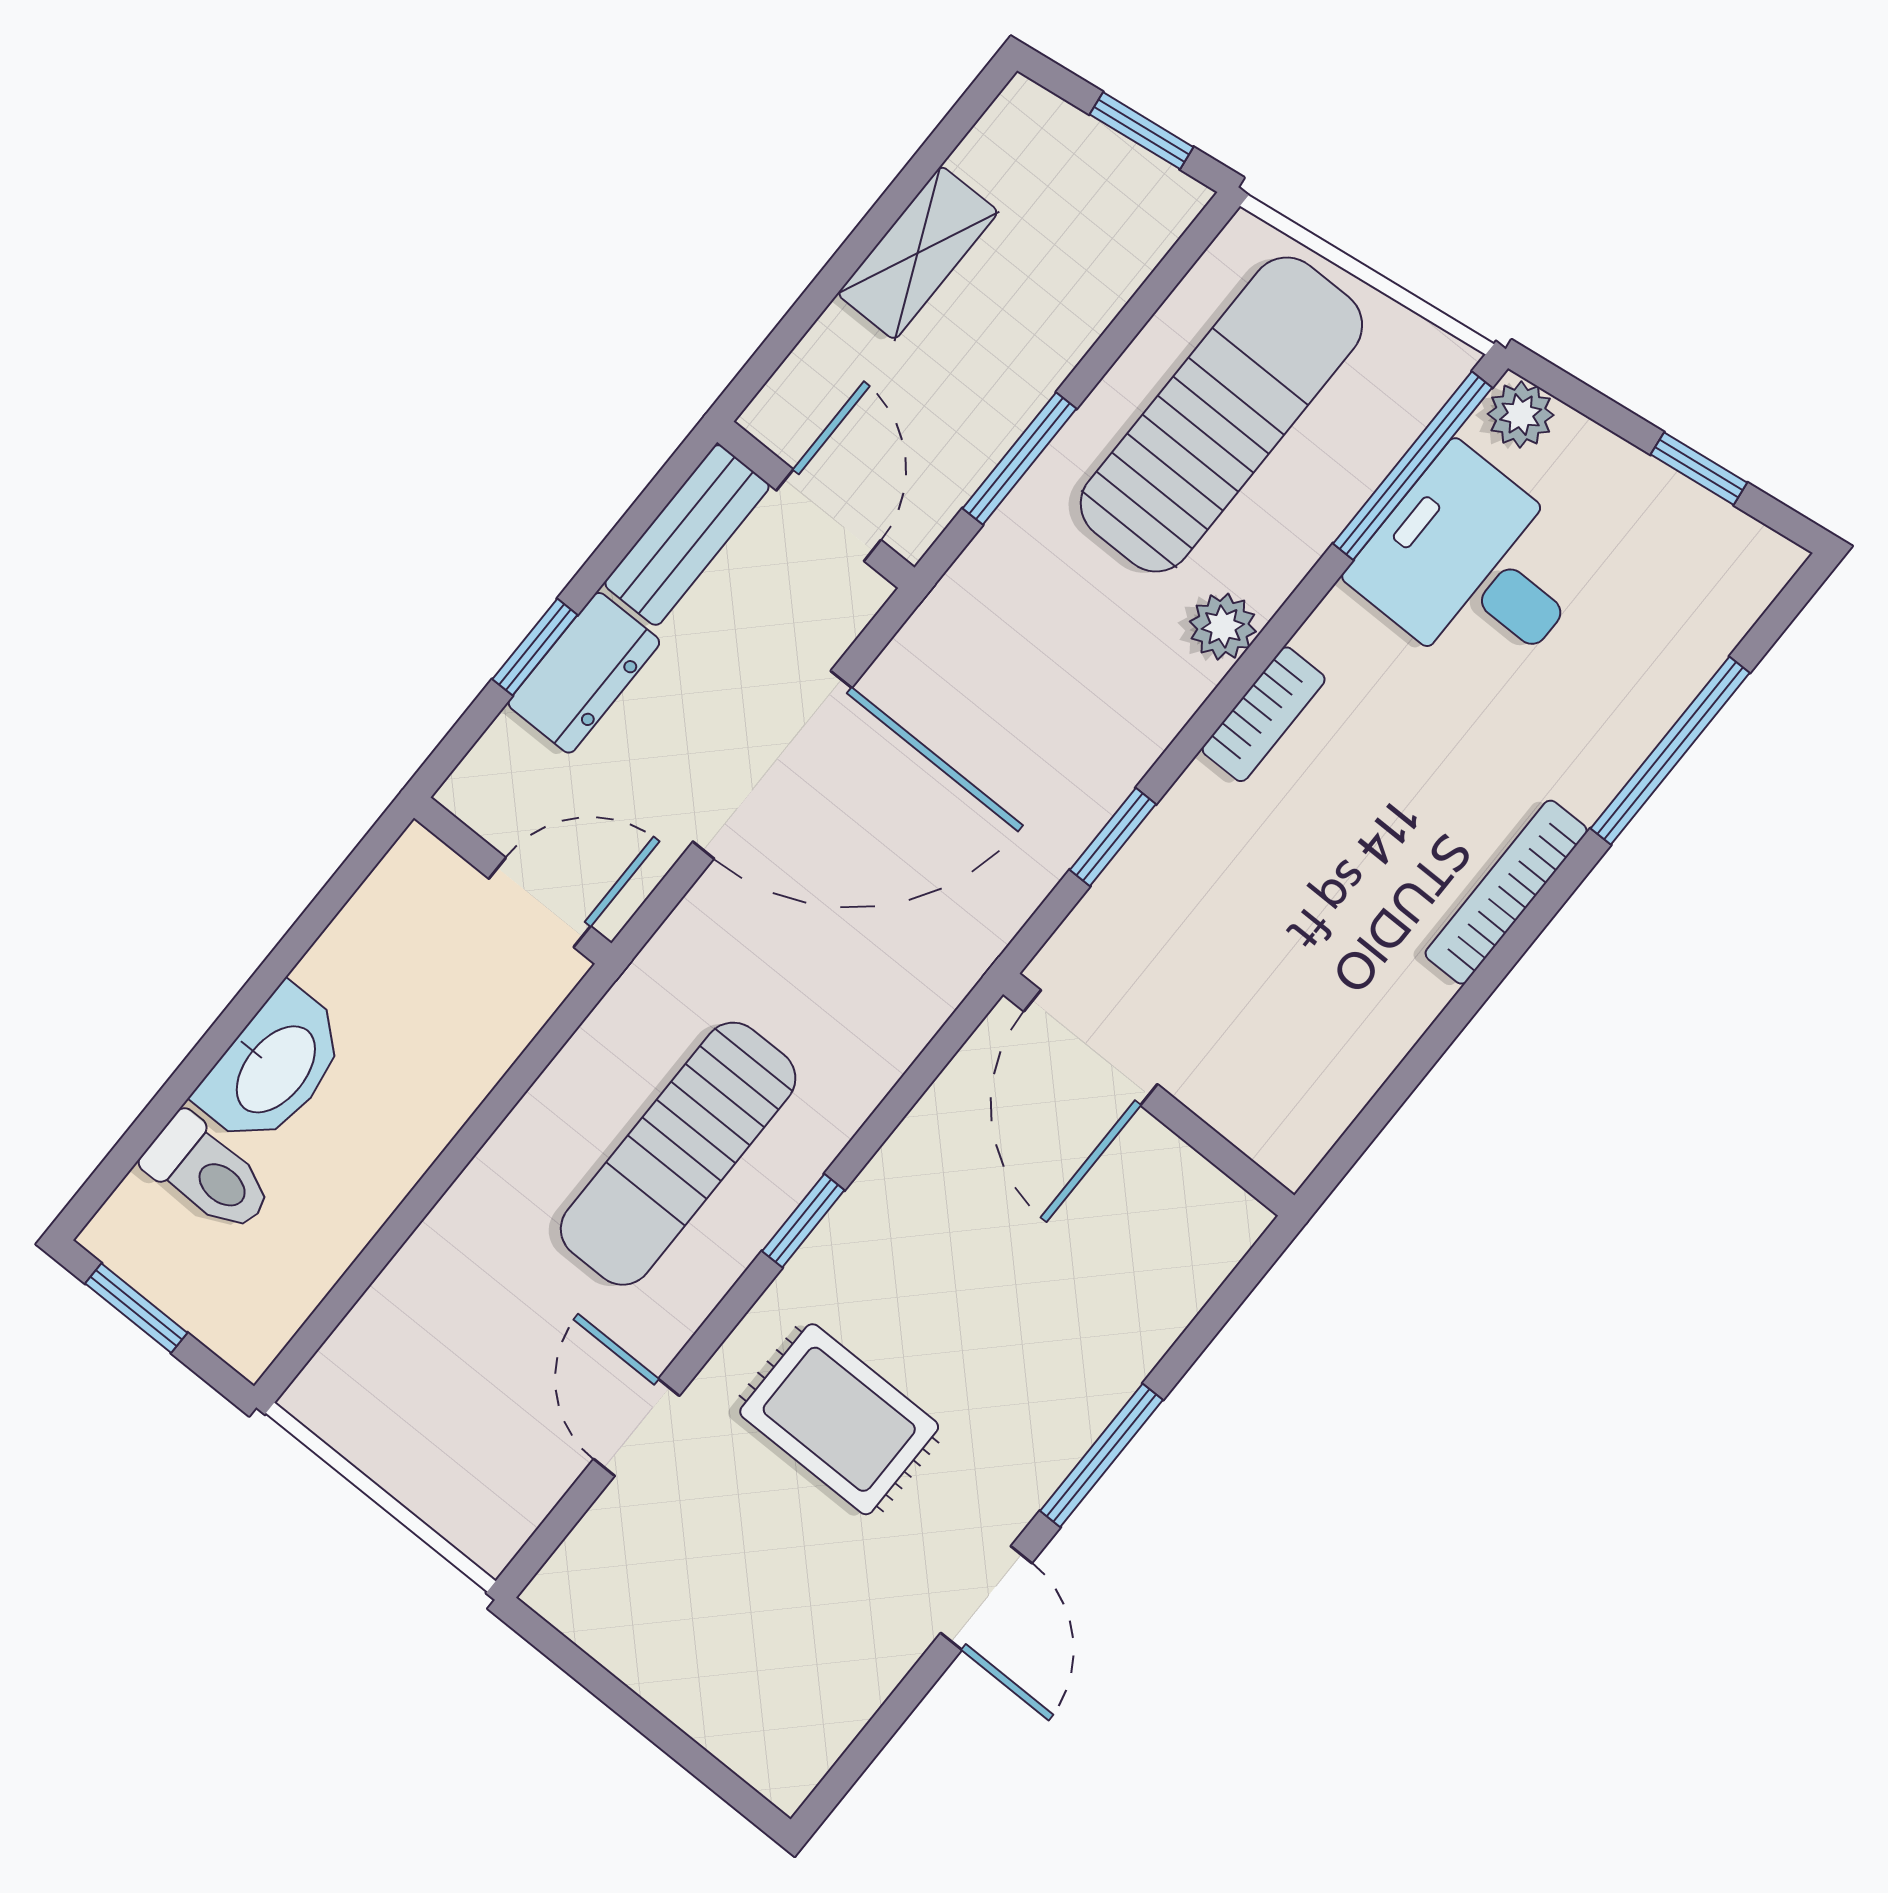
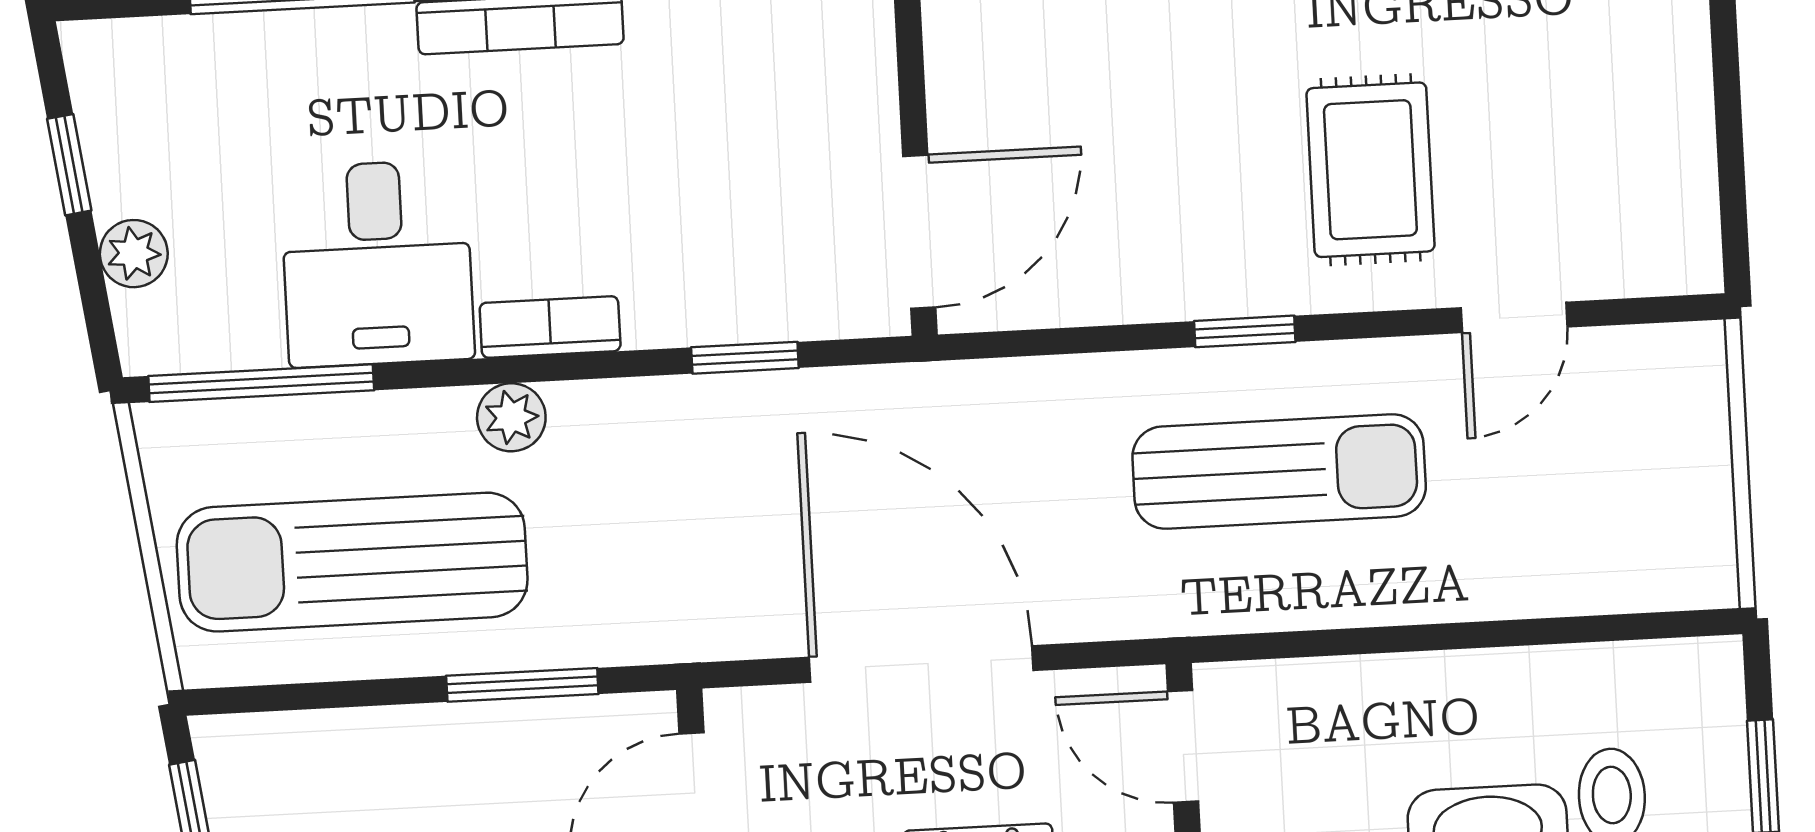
plant: (1521, 415) -> (134, 254), moved
desk: (1473, 568) -> (377, 263), moved

